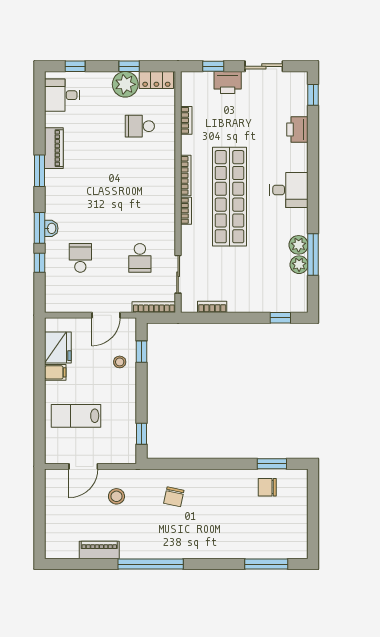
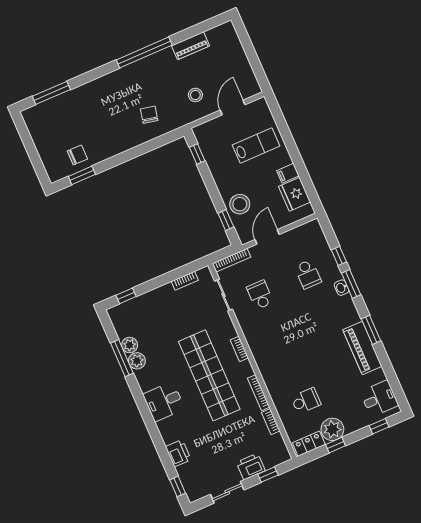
piano: (54, 148) -> (362, 348), width x1.37, depth x1.33
bookcase: (186, 175) -> (259, 393), moved
stool: (120, 362) -> (240, 204), width x1.89, depth x1.89

